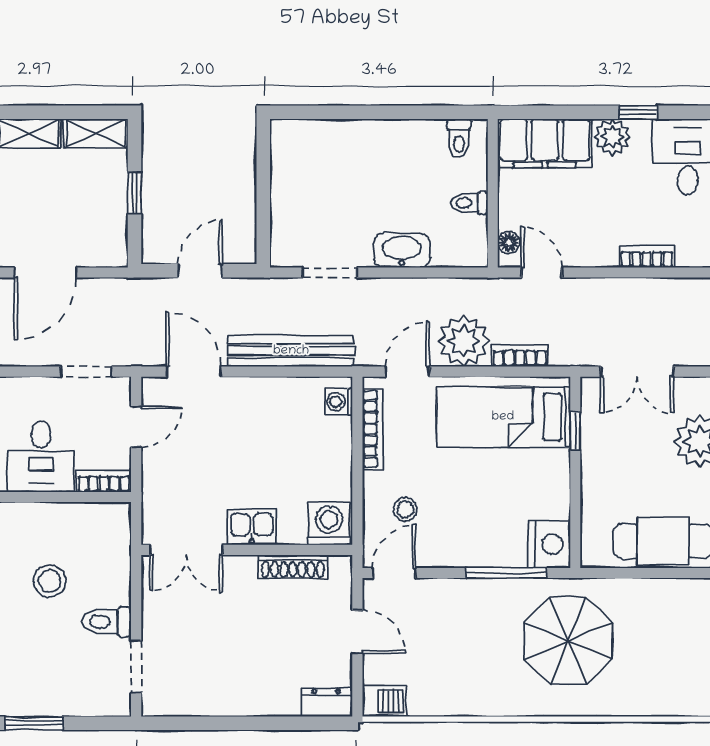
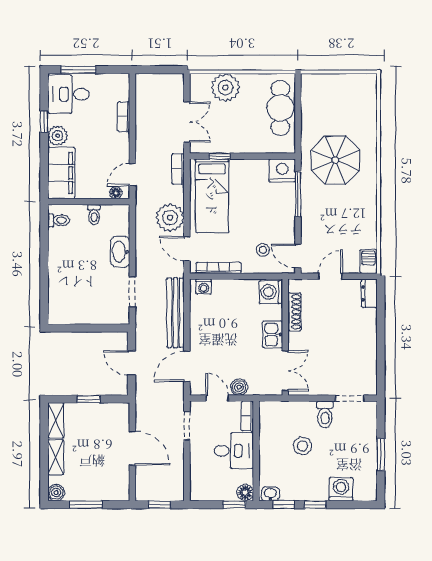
bookcase: (520, 355) -> (178, 169), moved
boiler: (156, 466) -> (239, 387), added

